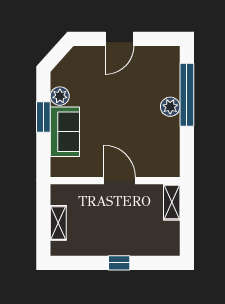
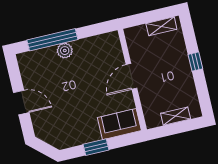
plant: (60, 96) -> (77, 138), removed
sofa: (65, 132) -> (119, 124), moved
shelving: (172, 202) -> (161, 26), moved

